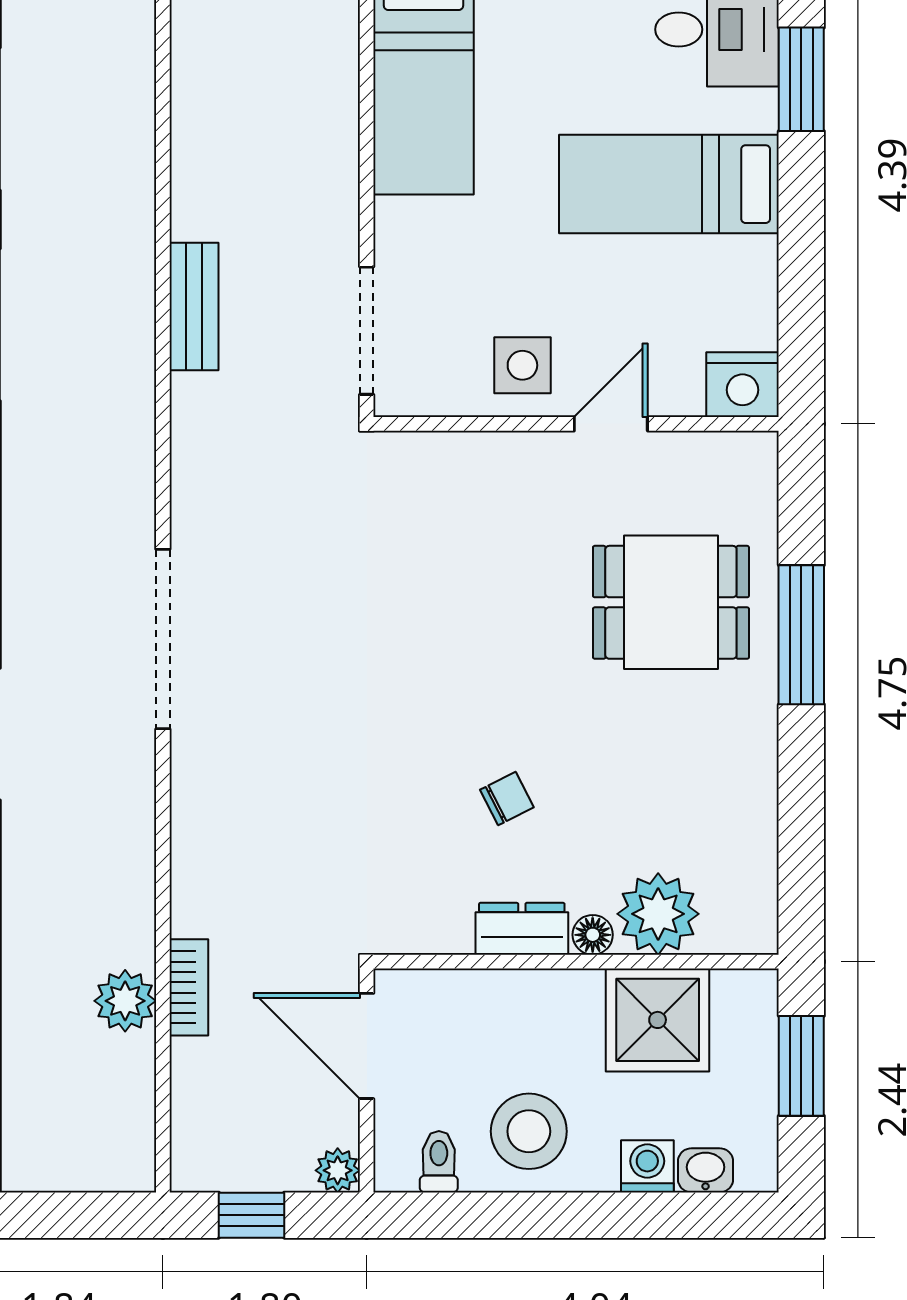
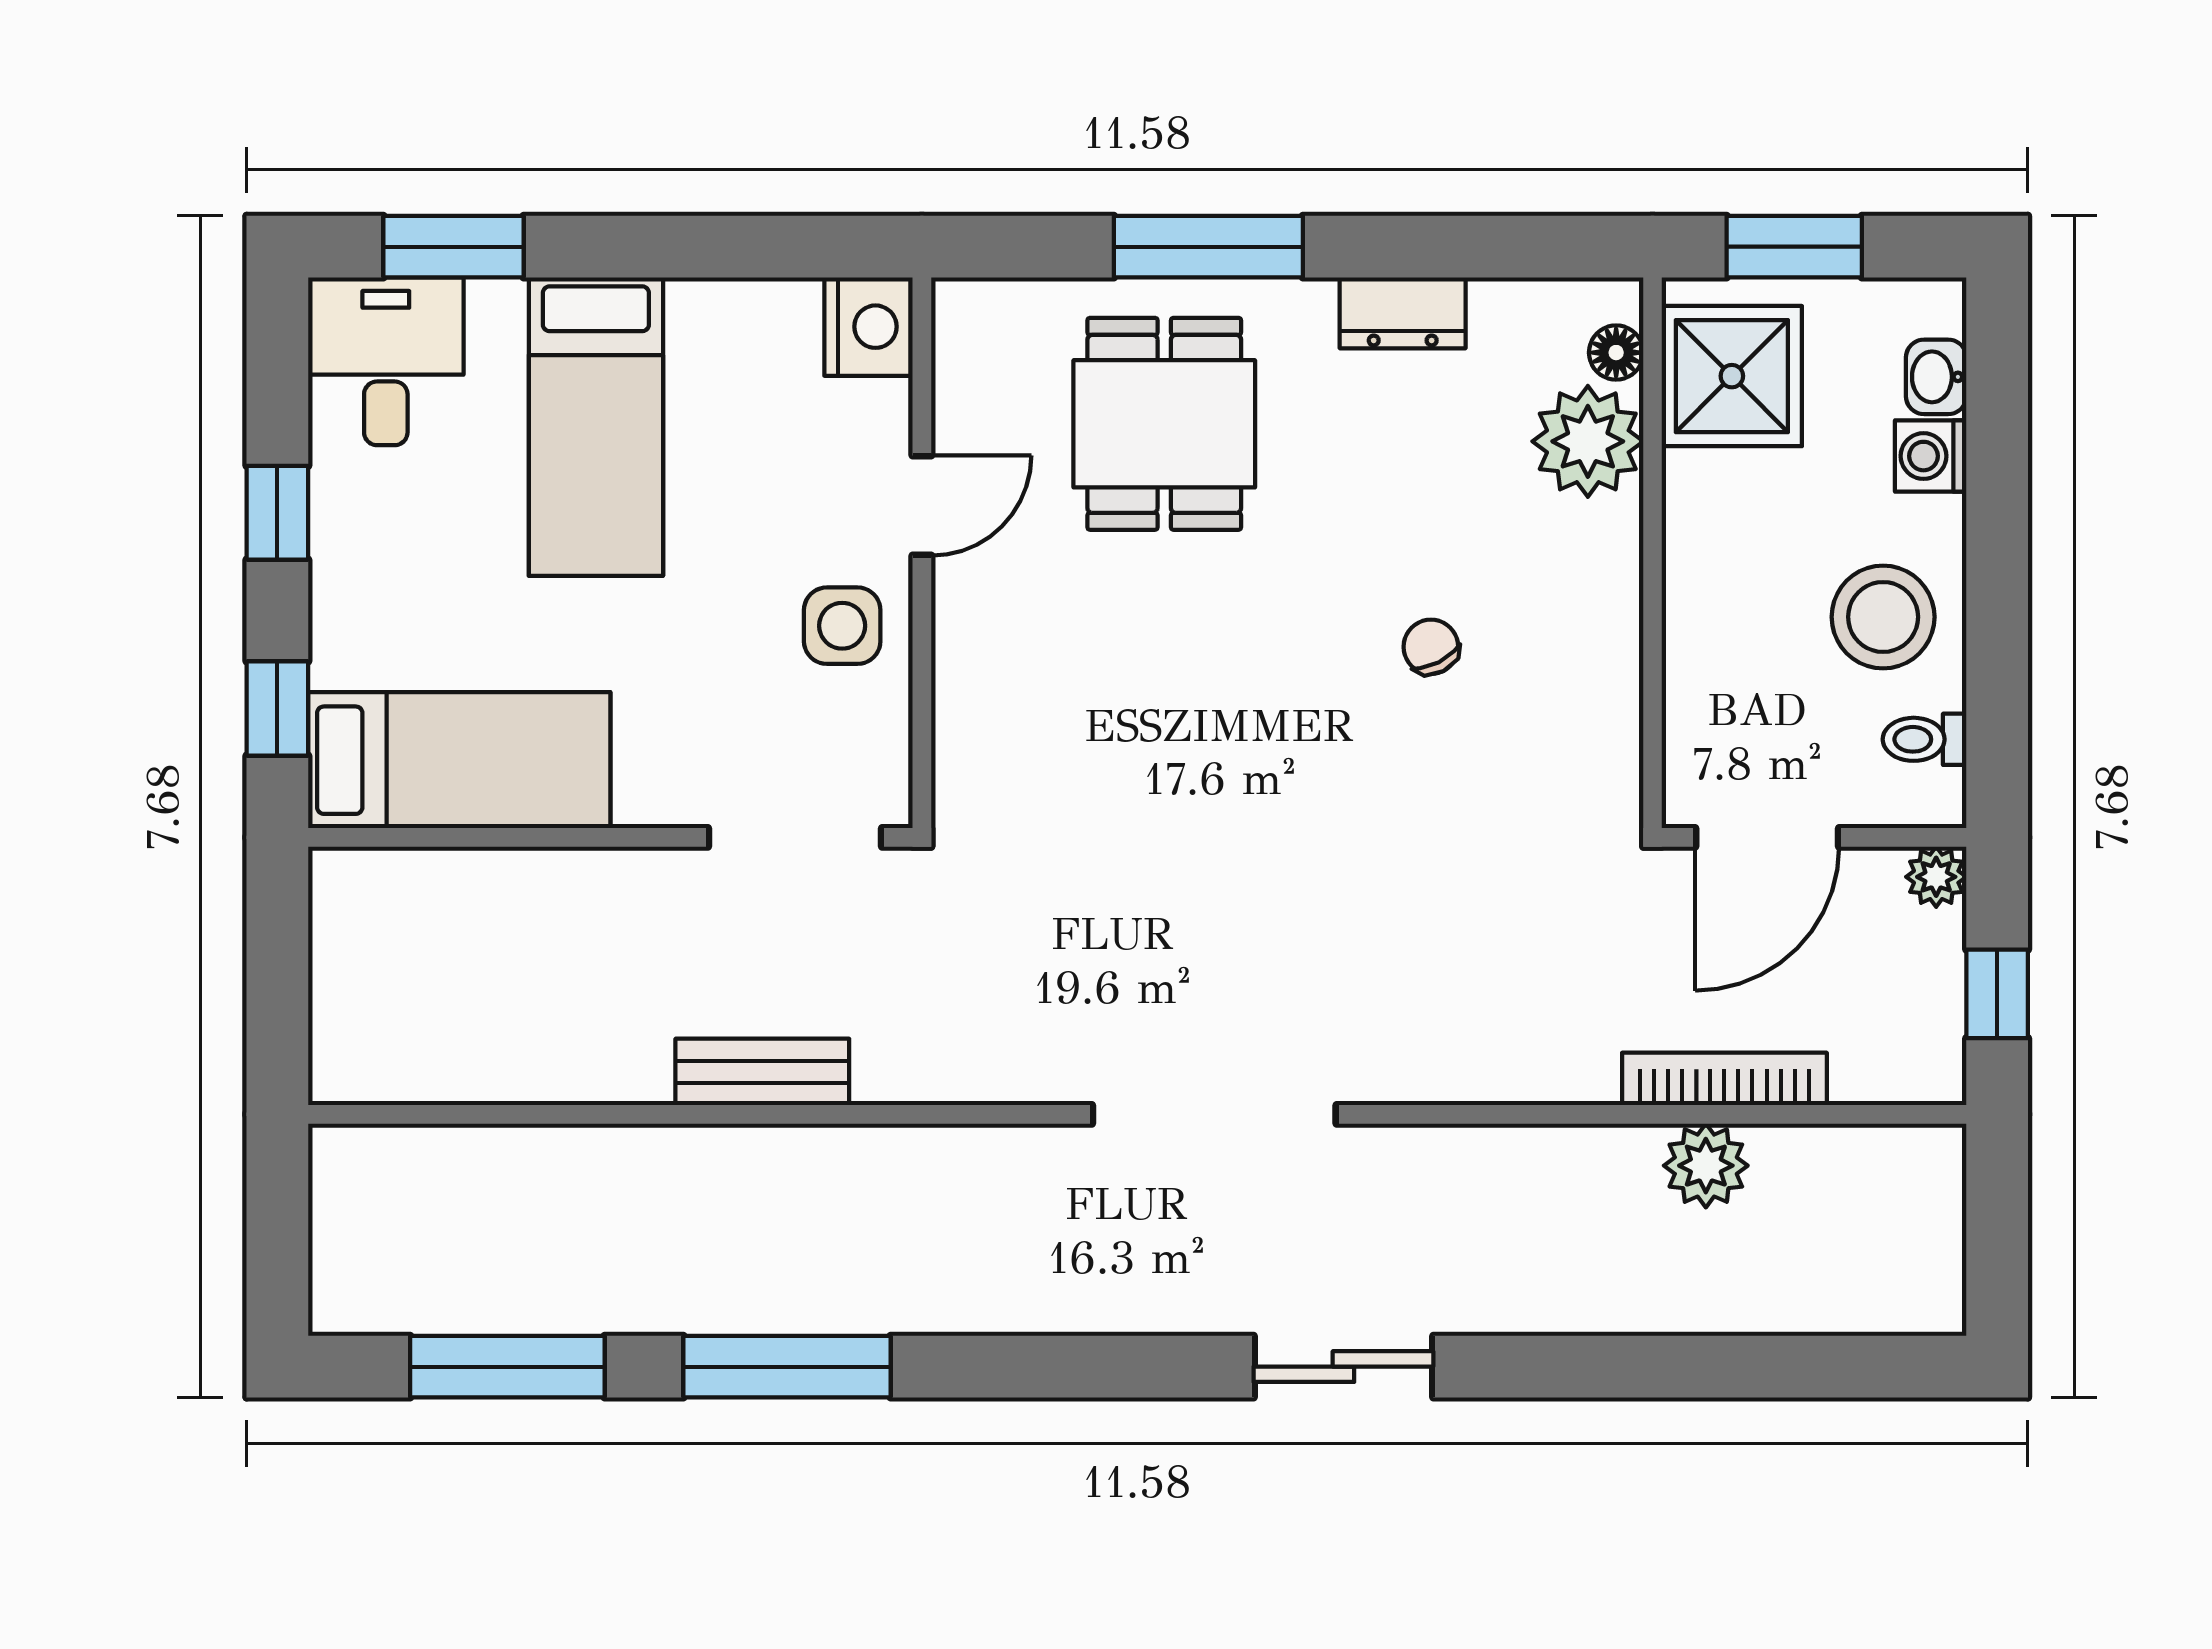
door: (611, 424) -> (922, 506), swing flipped
dresser: (522, 929) -> (1403, 313), moved, turned -90
floor lamp: (593, 935) -> (1616, 353), moved
bookcase: (189, 987) -> (1724, 1079), width x1.56
shower: (658, 1020) -> (1732, 376), moved

